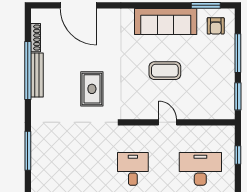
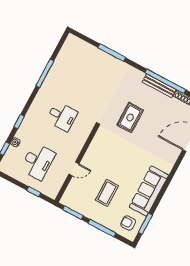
coffee table: (165, 71) -> (107, 193), moved
rug: (92, 89) -> (130, 118), turned 90
door: (167, 122) -> (74, 169), moved

